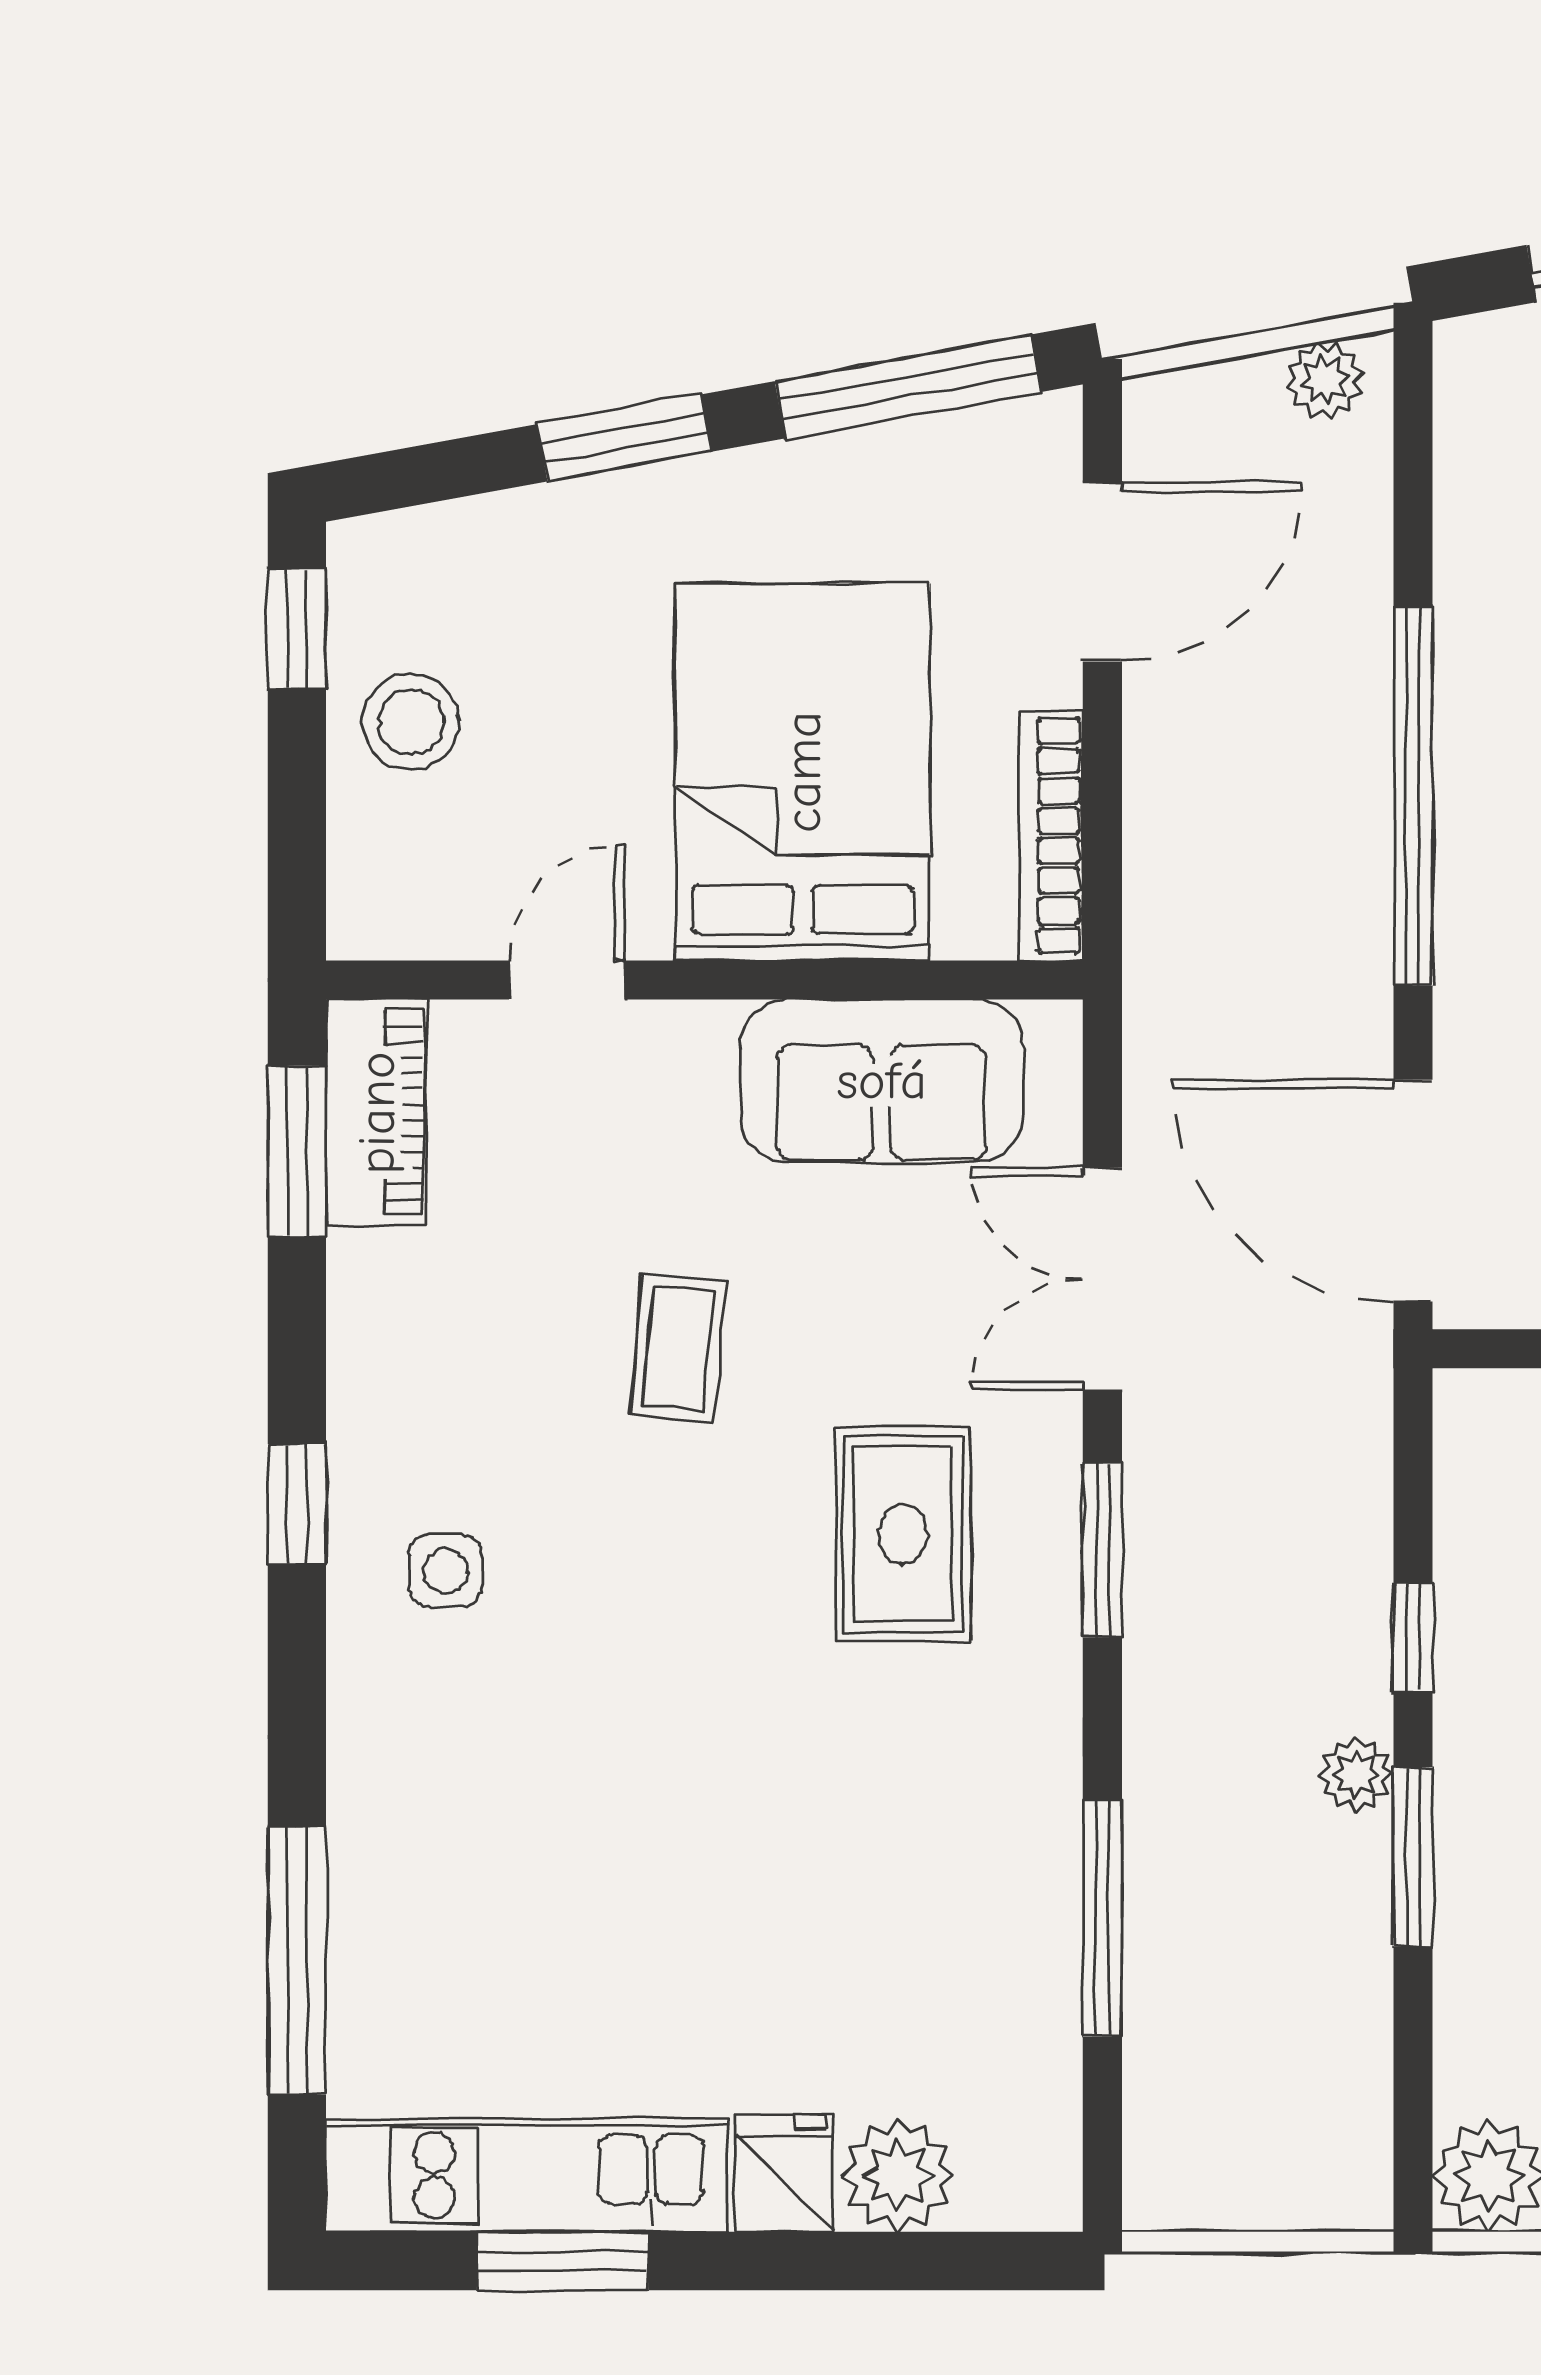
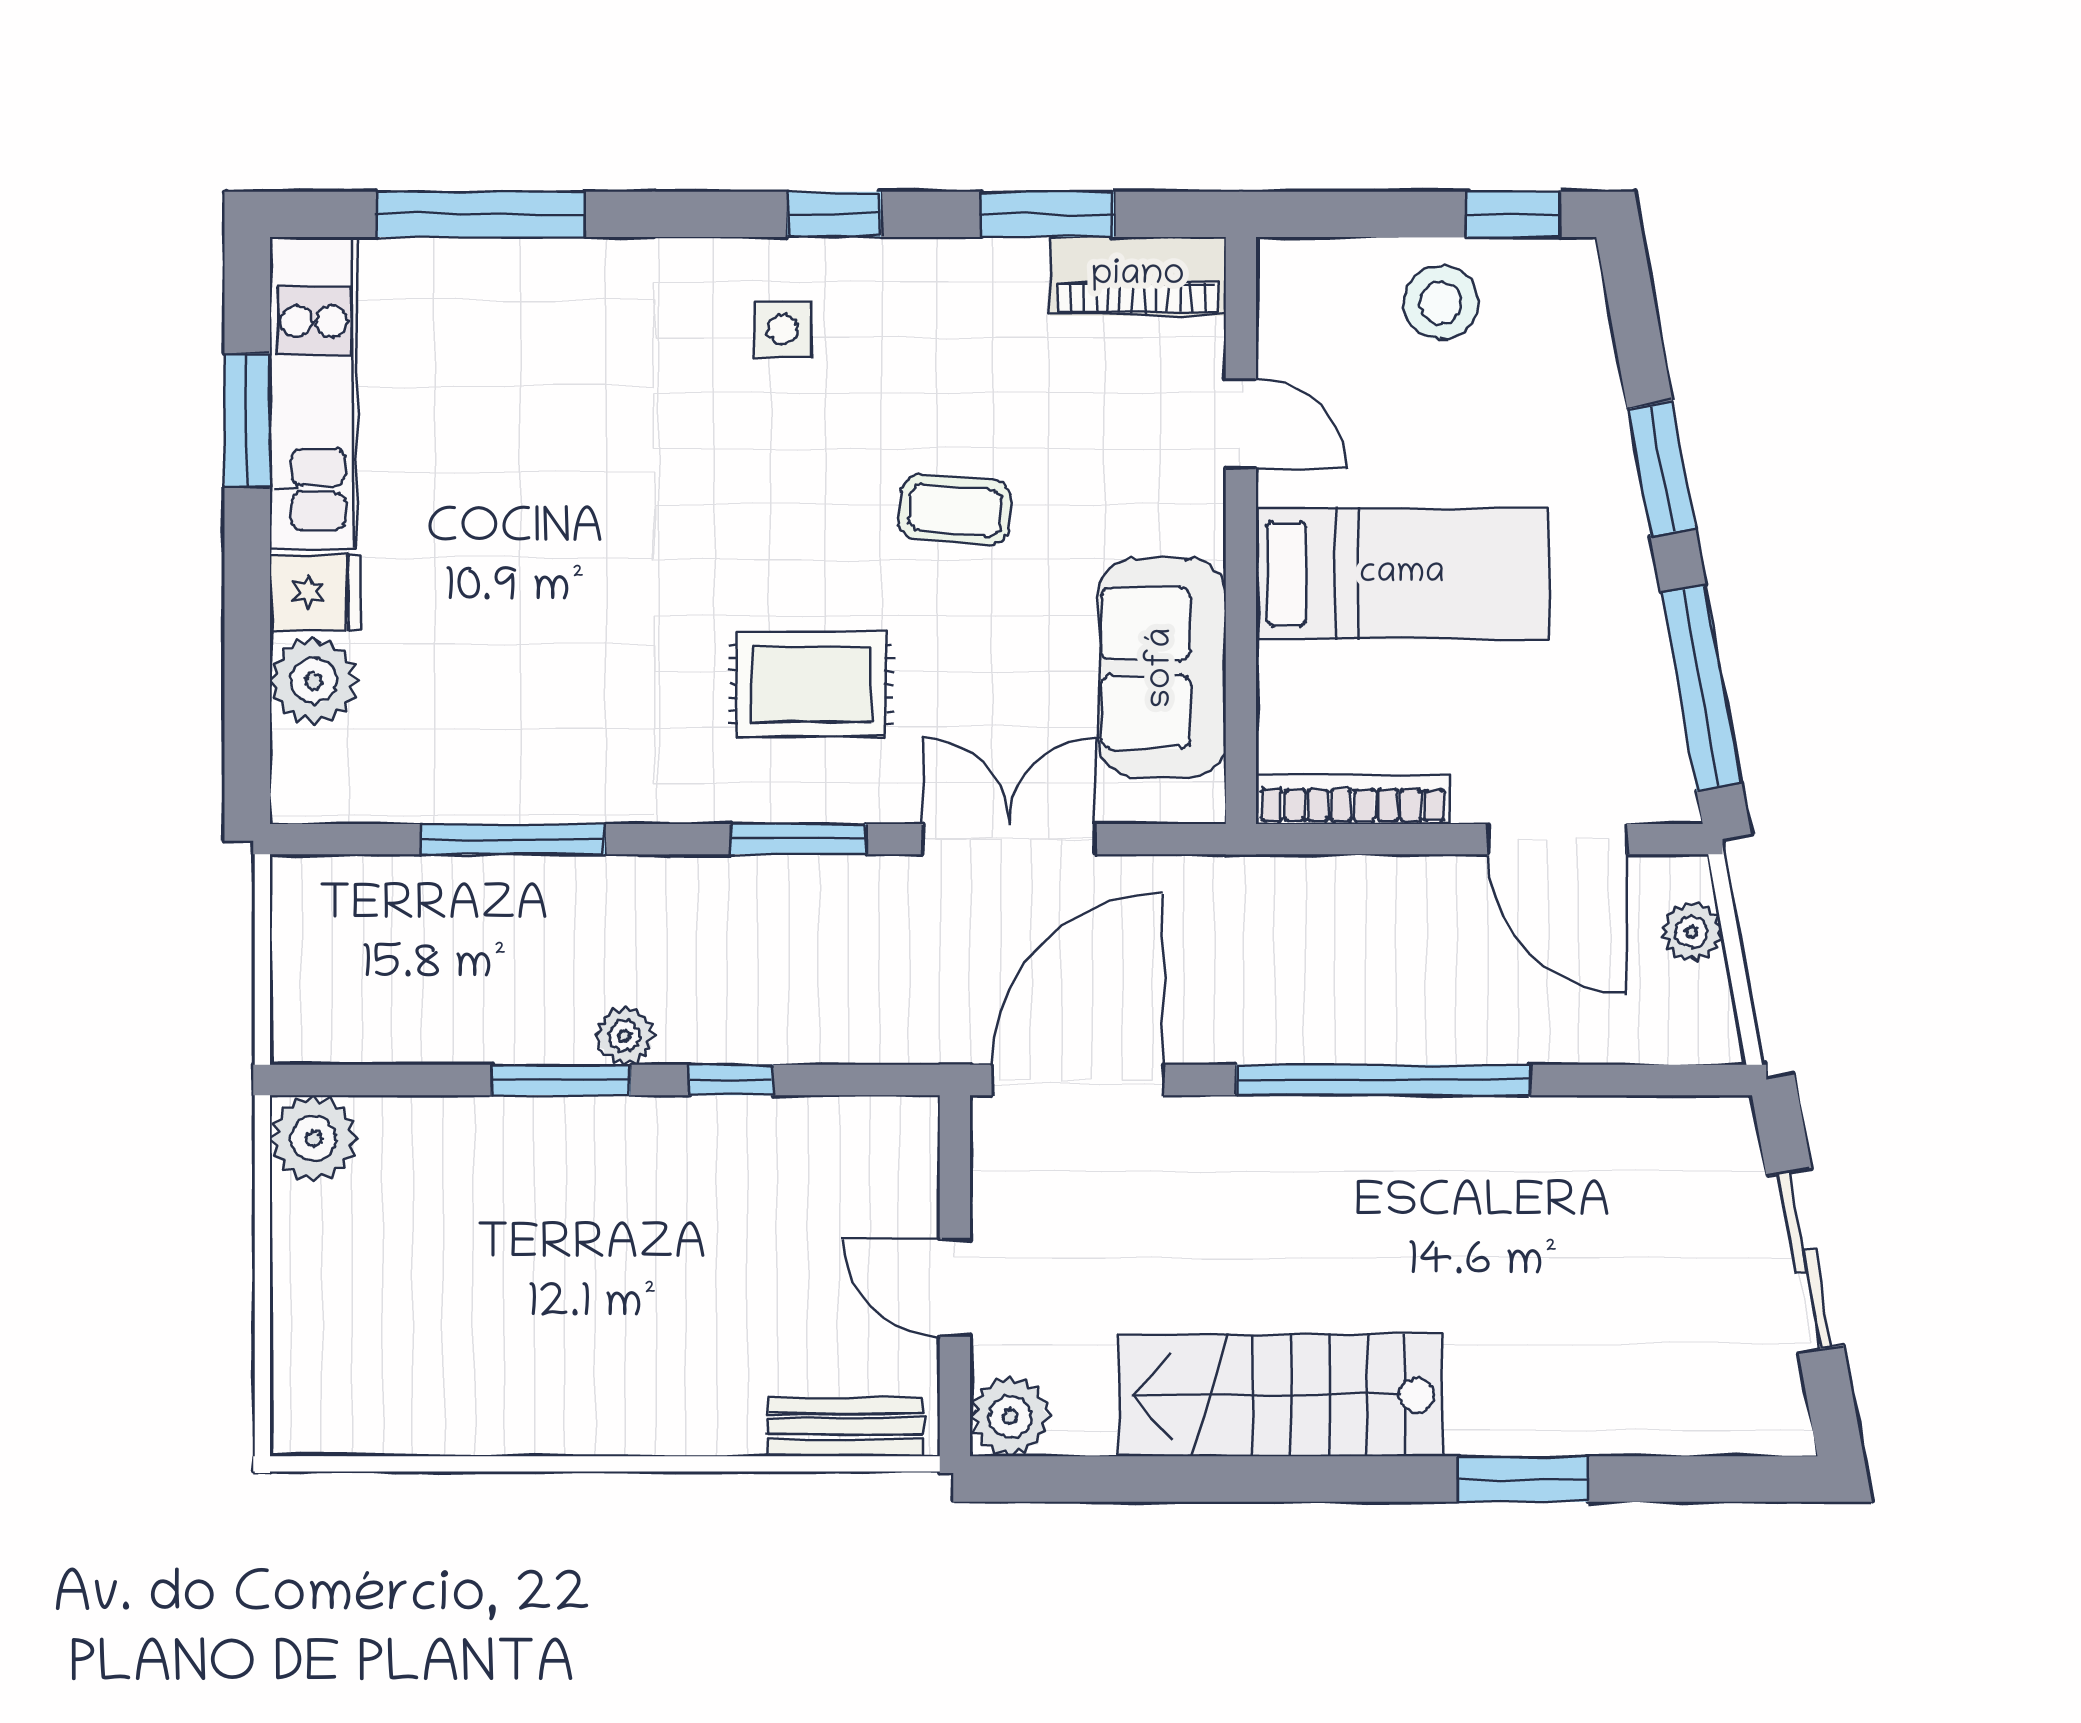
plant: (1325, 380) -> (1692, 932), moved
bed: (803, 772) -> (1402, 574), width x0.67
window: (297, 1151) -> (1048, 214), moved

